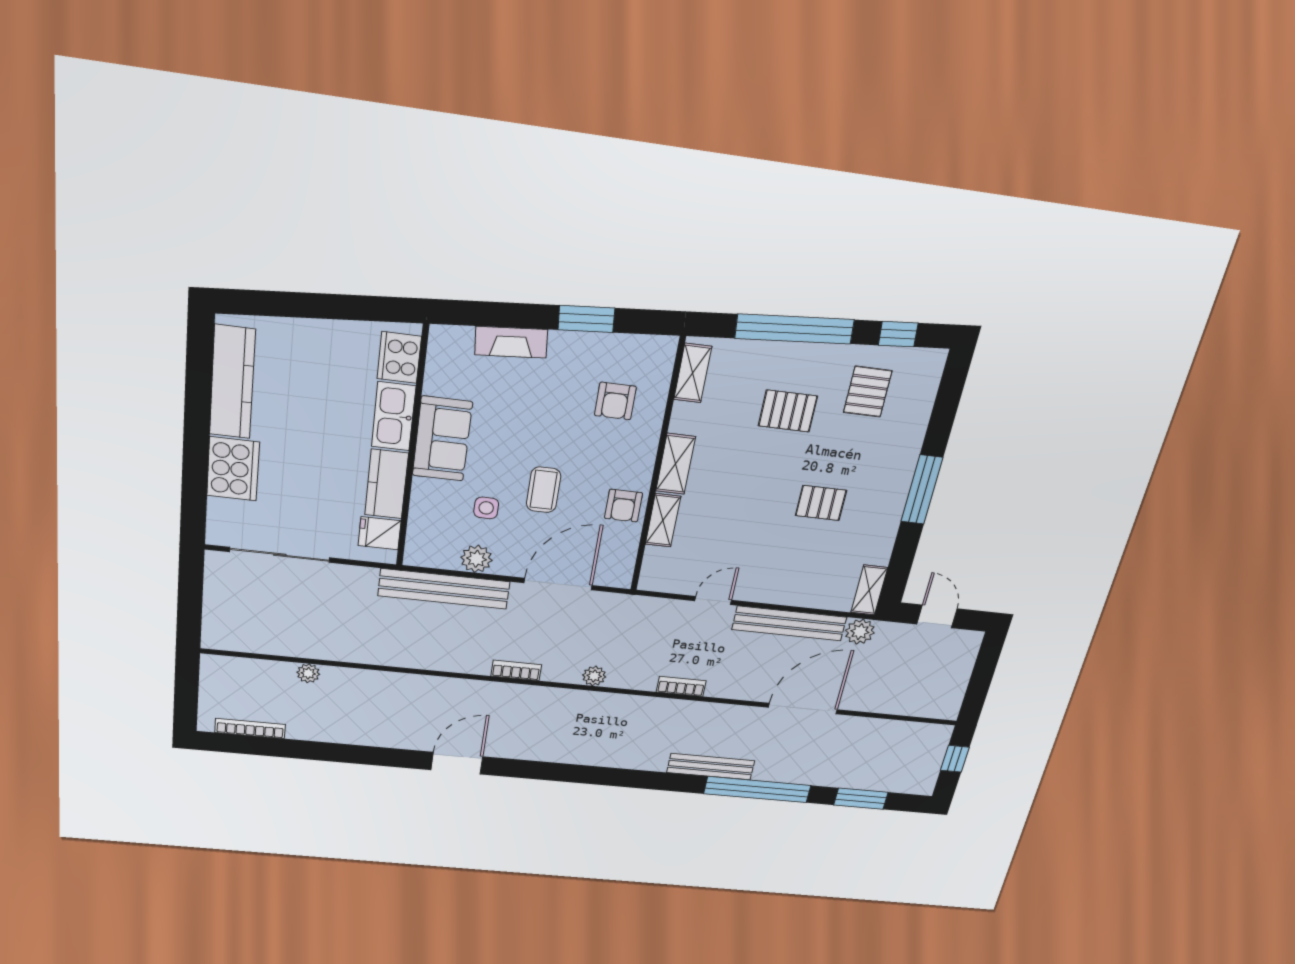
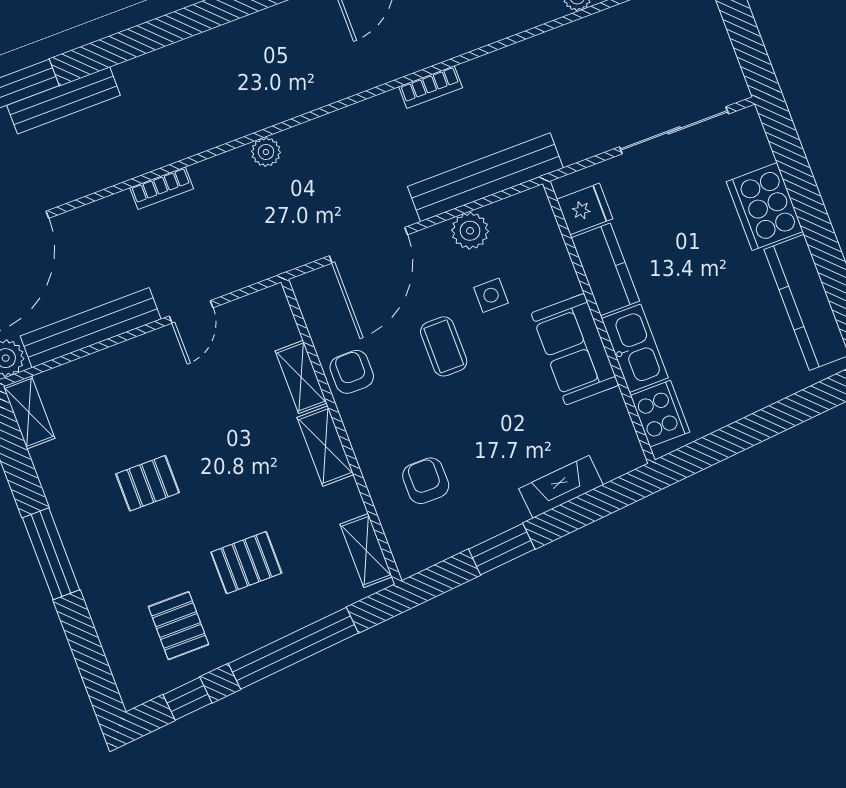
bookcase: (516, 670) -> (431, 87), moved

